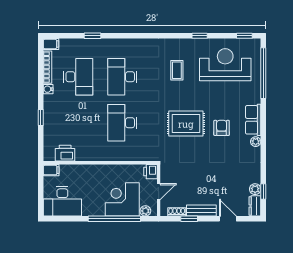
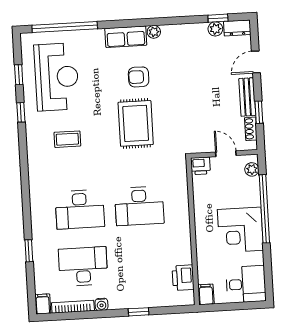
window: (244, 36) -> (19, 75), moved
reception desk: (225, 65) -> (57, 77), turned 180
corner desk: (122, 199) -> (240, 230), moved
desk: (62, 201) -> (246, 284), width x0.73

